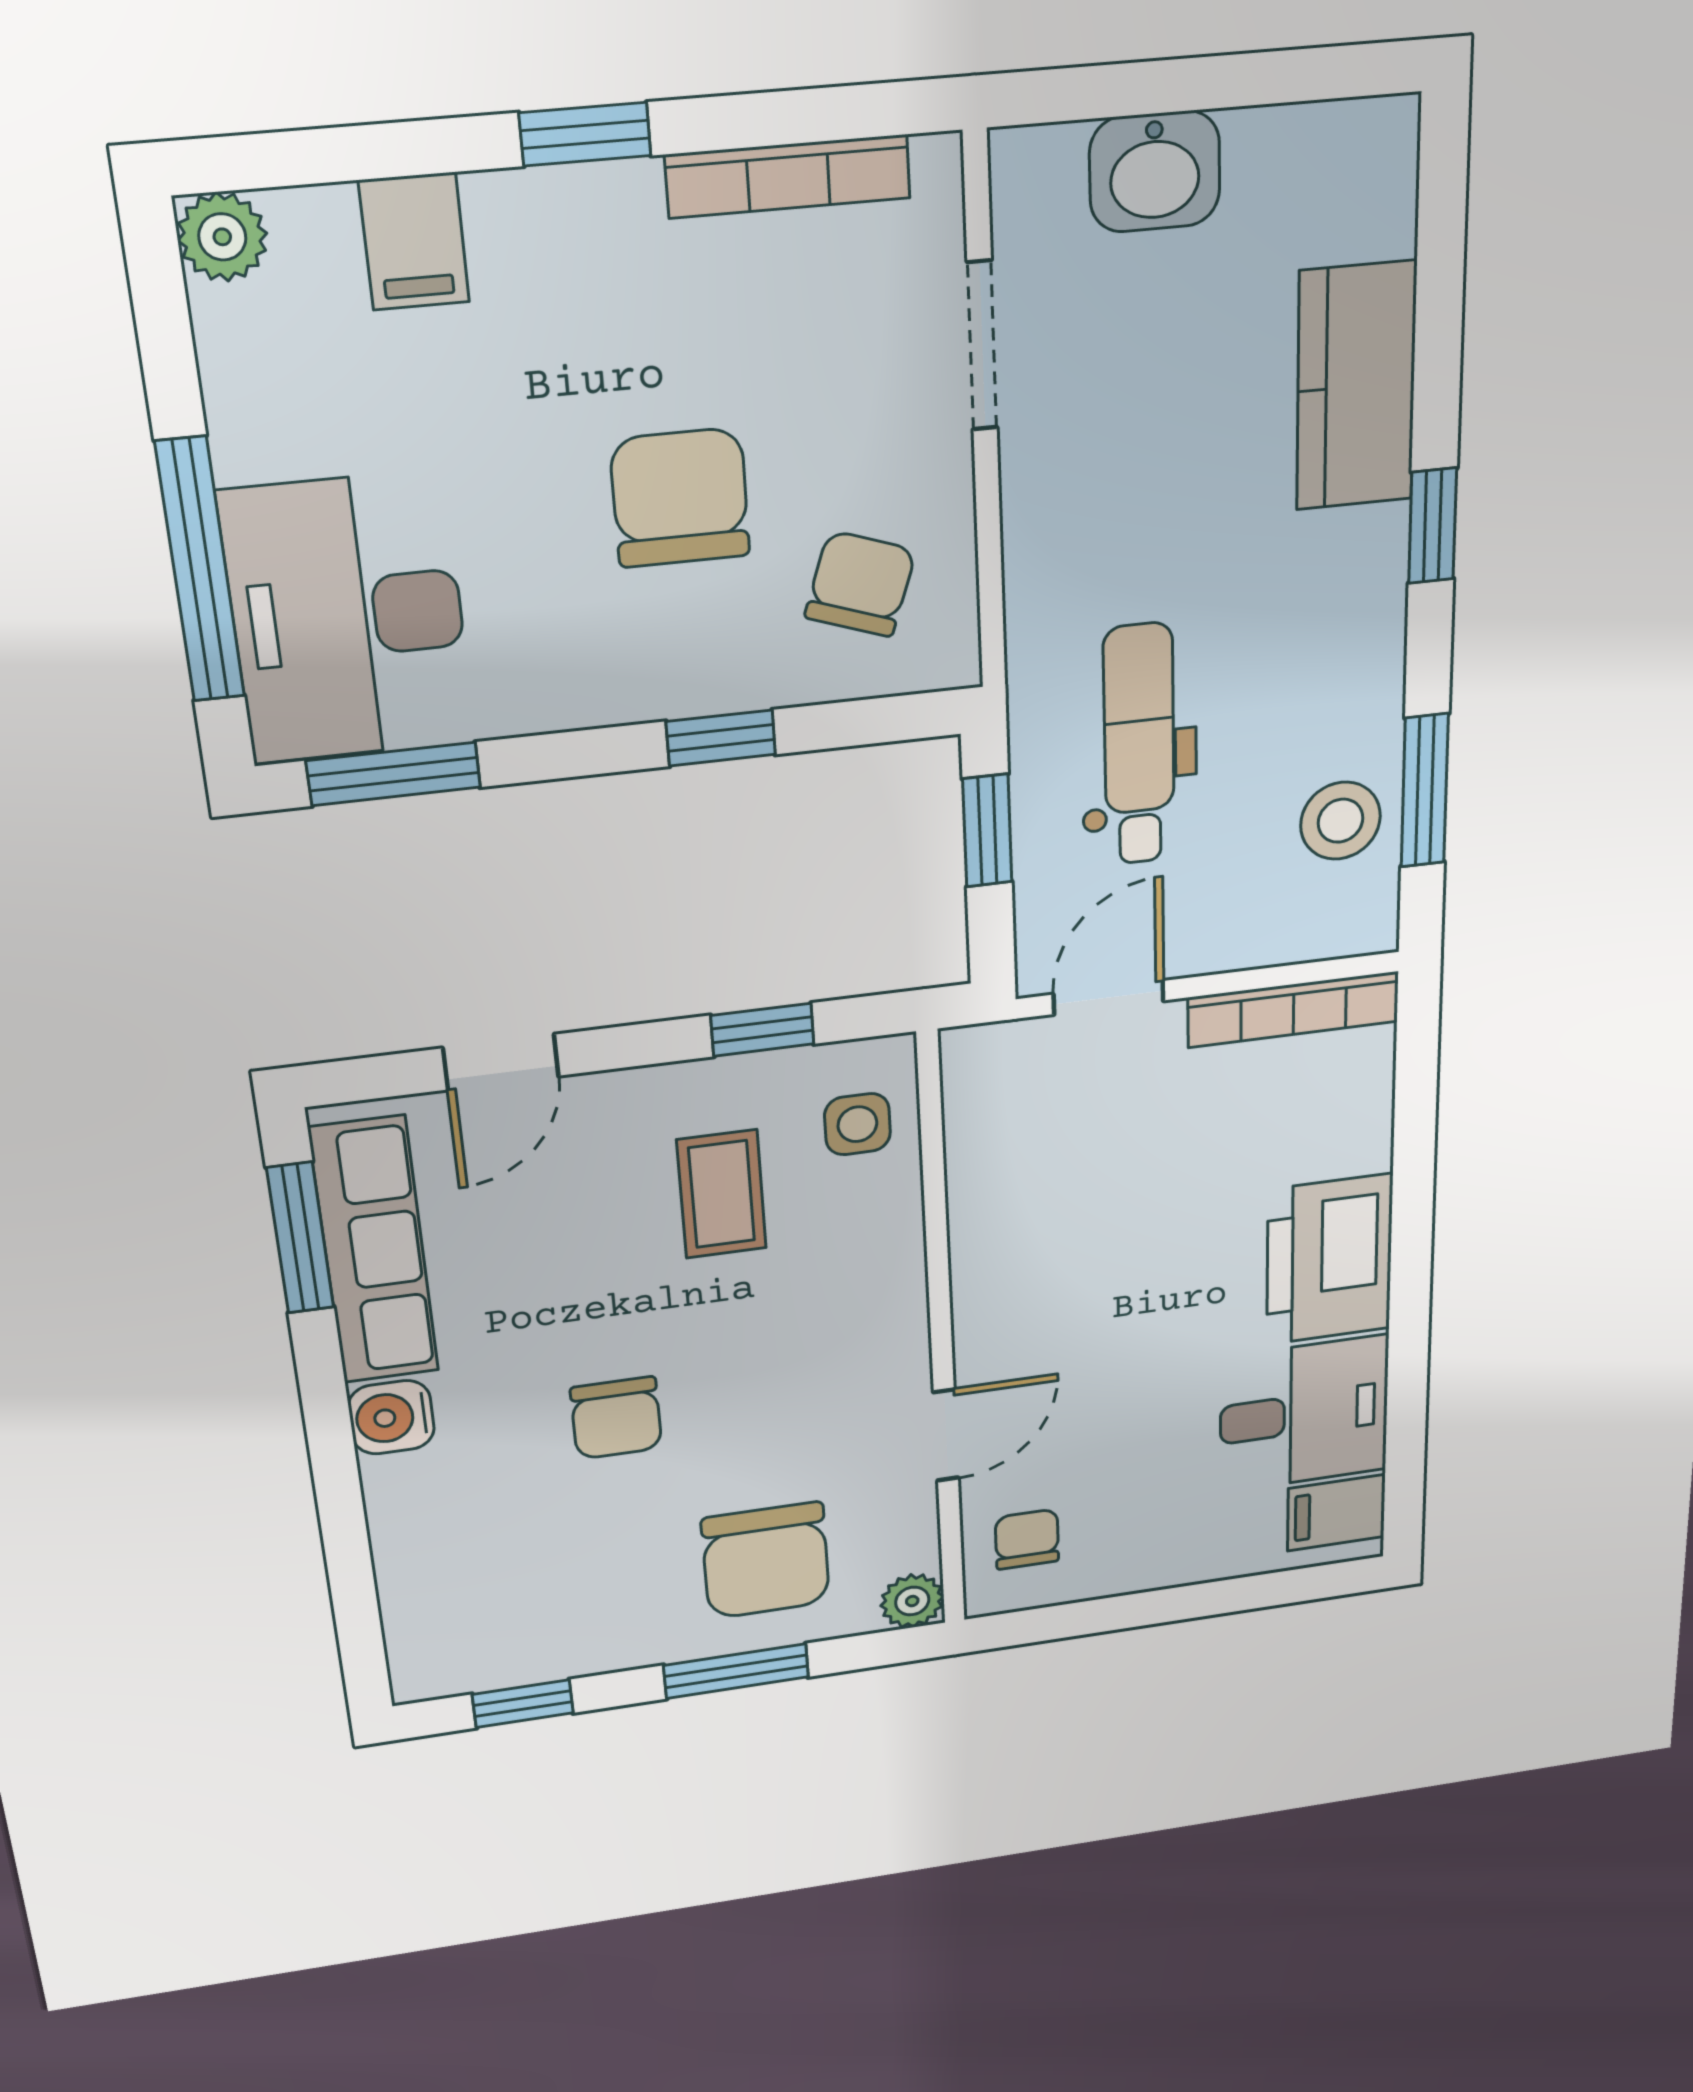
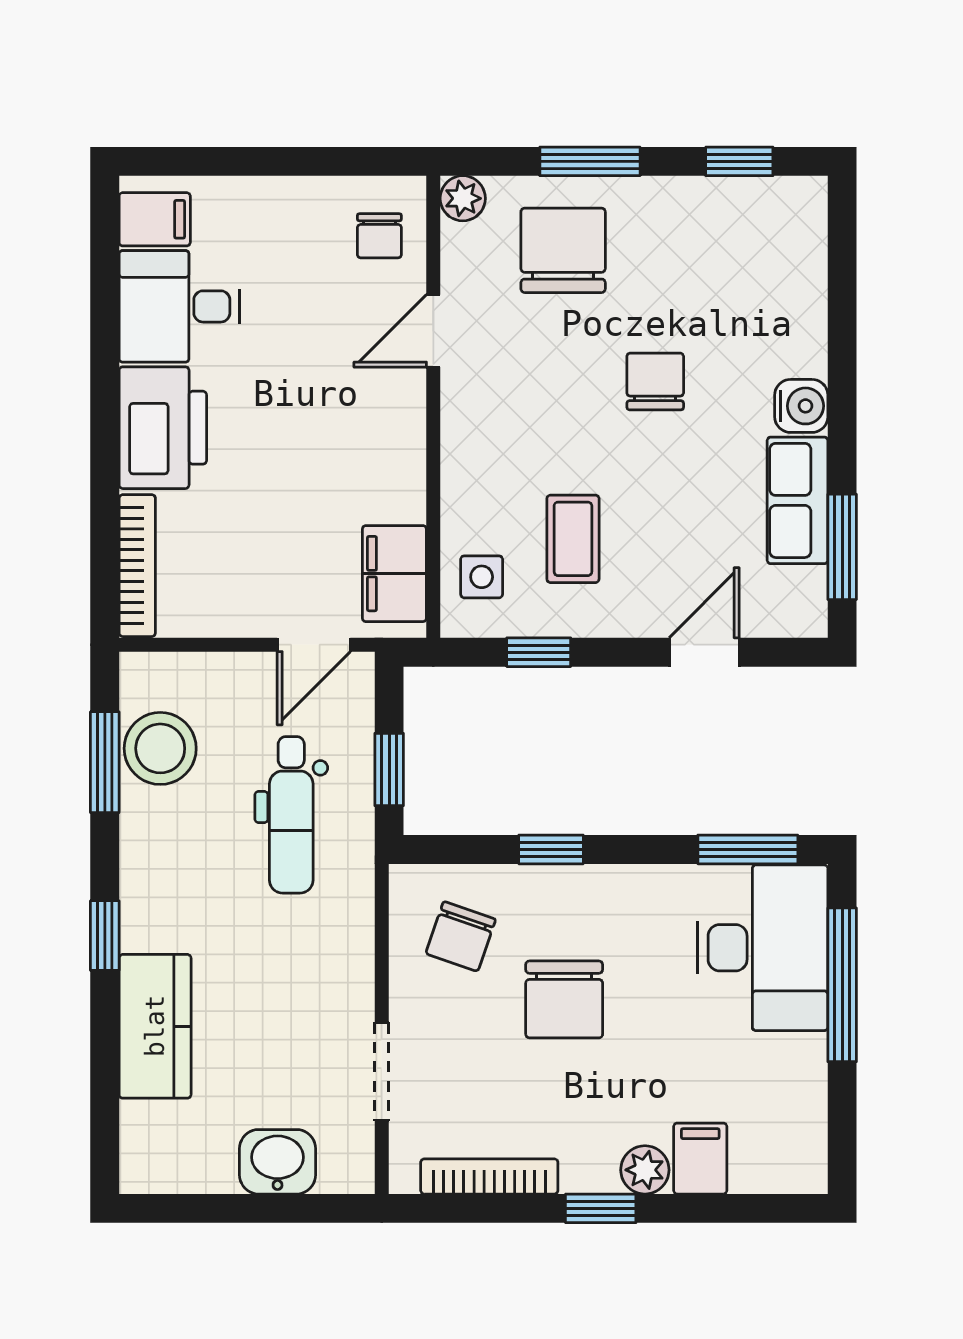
plant: (222, 237) -> (645, 1170), moved
stool: (1341, 821) -> (160, 748), width x1.38, depth x1.38
bookcase: (1293, 1009) -> (137, 566), moved, turned 90
filing cabinet: (990, 1112) -> (394, 574), added
row of seats: (374, 1251) -> (797, 500), width x0.68

